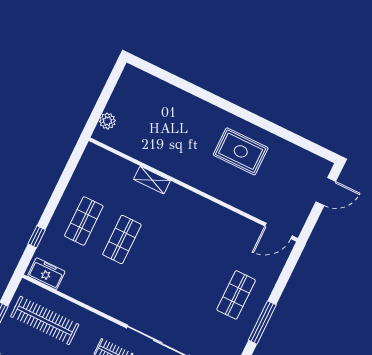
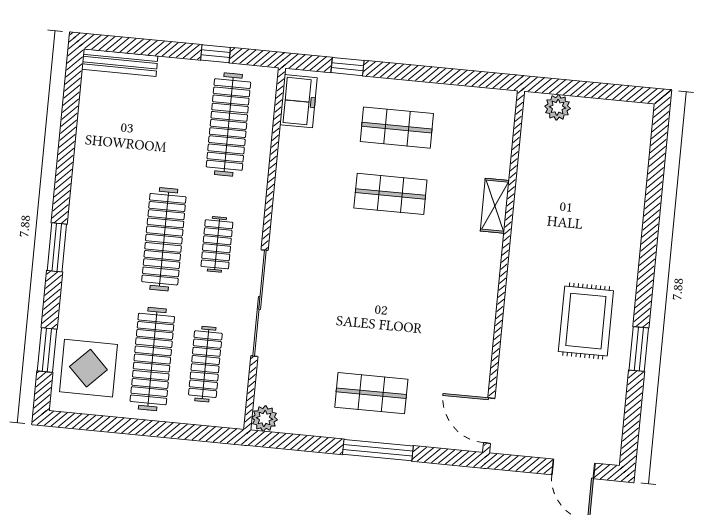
window: (269, 126) -> (639, 349), added
window: (262, 323) -> (378, 450), moved

